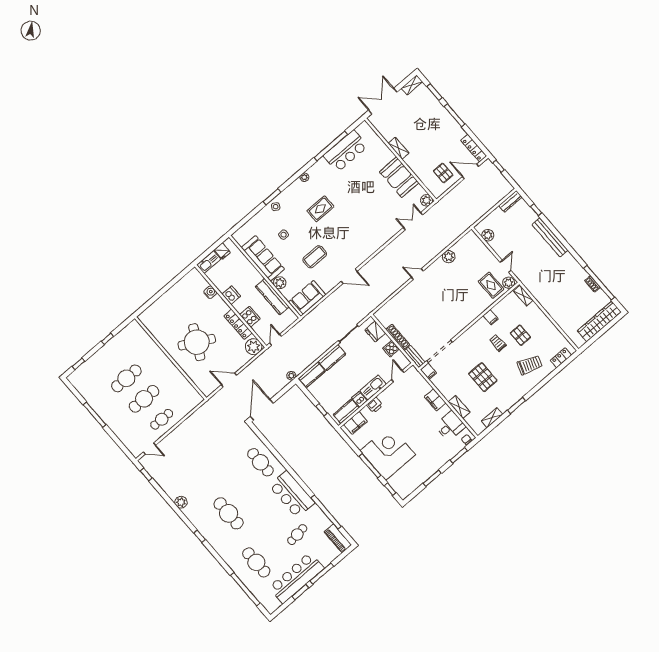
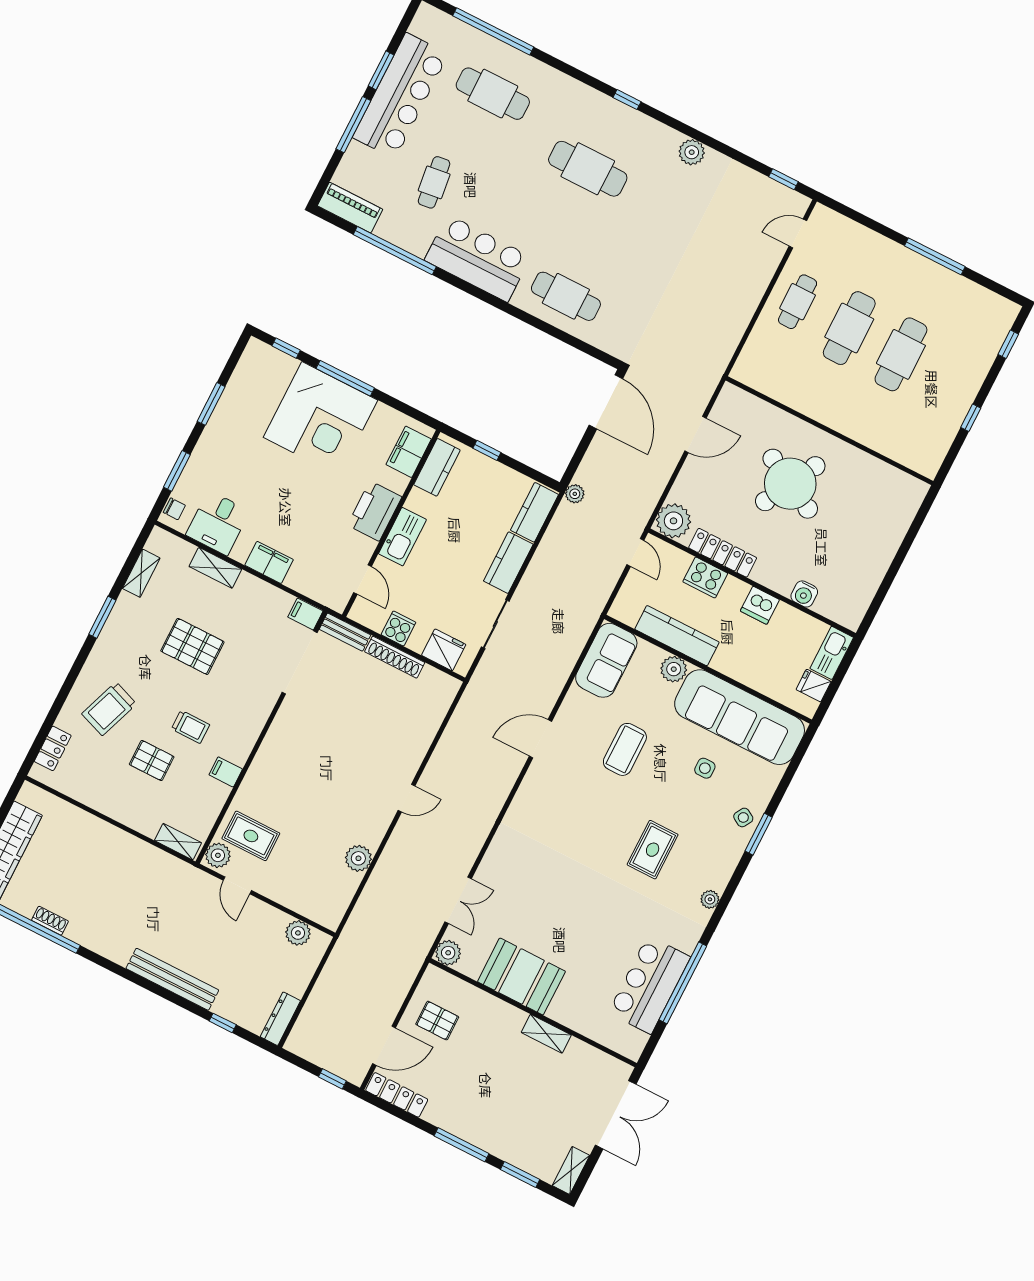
sofa: (263, 258) -> (740, 717), width x1.36, depth x1.27
dishwasher: (359, 399) -> (420, 502), removed
printer: (375, 405) -> (375, 511), width x1.87, depth x1.48

